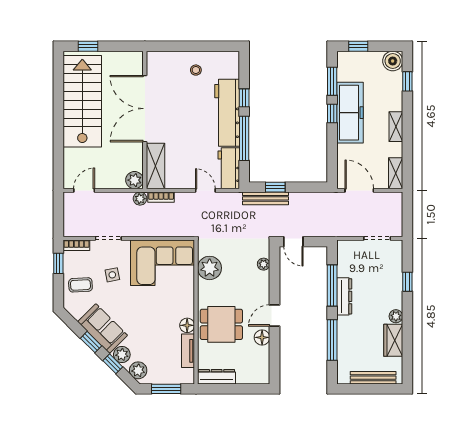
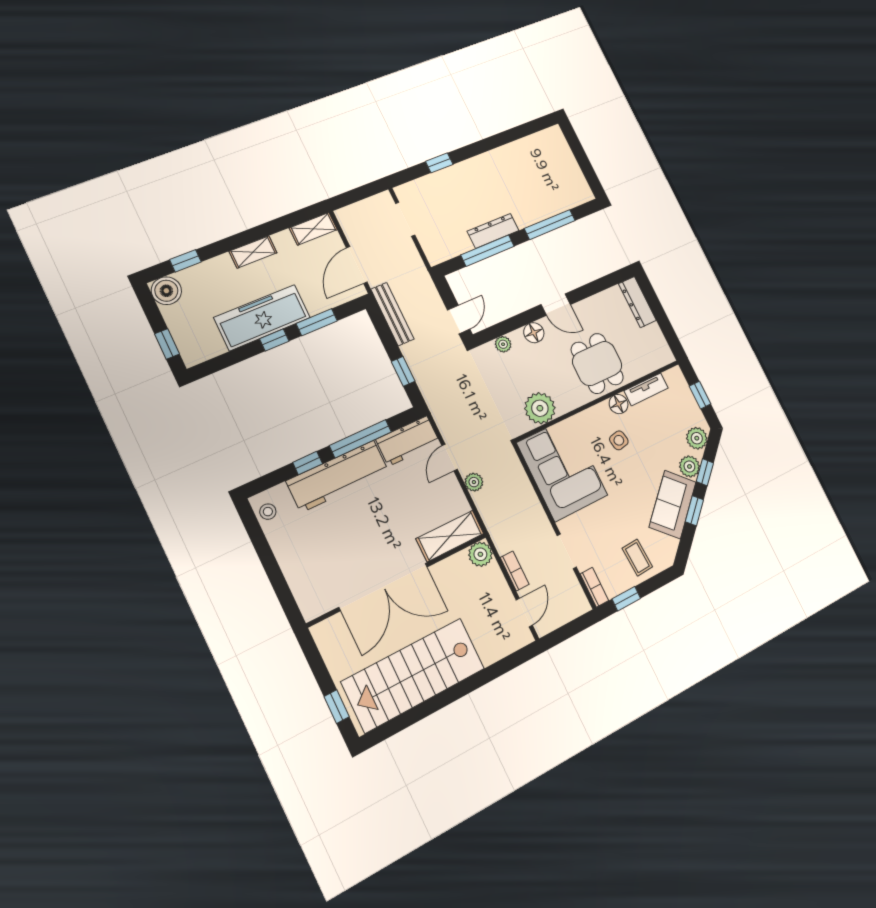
stool: (196, 70) -> (268, 512), moved
window: (332, 81) -> (317, 322), moved
door: (84, 190) -> (524, 613), swing flipped
bookcase: (161, 197) -> (515, 571), moved
bench: (266, 198) -> (392, 314), moved
plant: (140, 199) -> (474, 482), moved
side table: (112, 275) -> (619, 440), moved
plant: (396, 316) -> (486, 161), removed
floor lamp: (262, 337) -> (534, 333), moved
wardrobe: (393, 340) -> (515, 153), removed
dresser: (217, 377) -> (637, 302), moved
bench: (373, 378) -> (568, 160), removed
window: (166, 389) -> (700, 395), width x0.67

